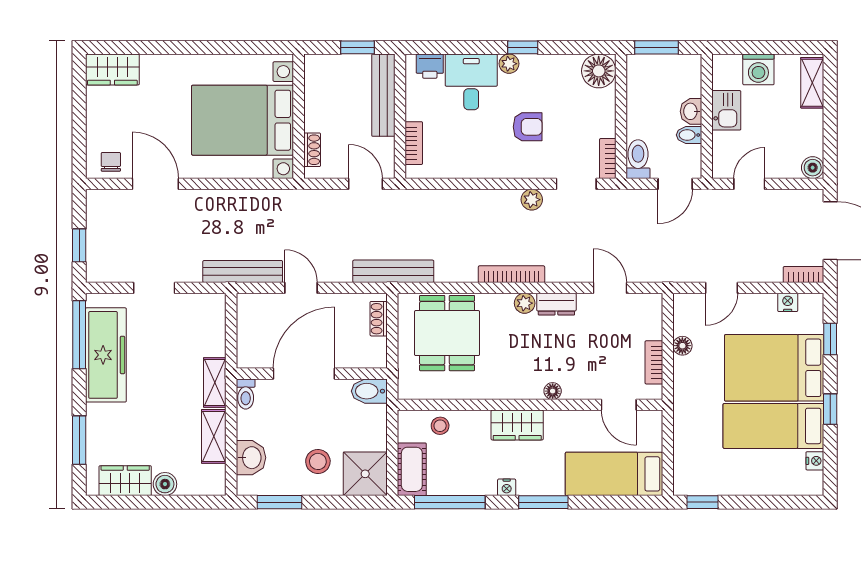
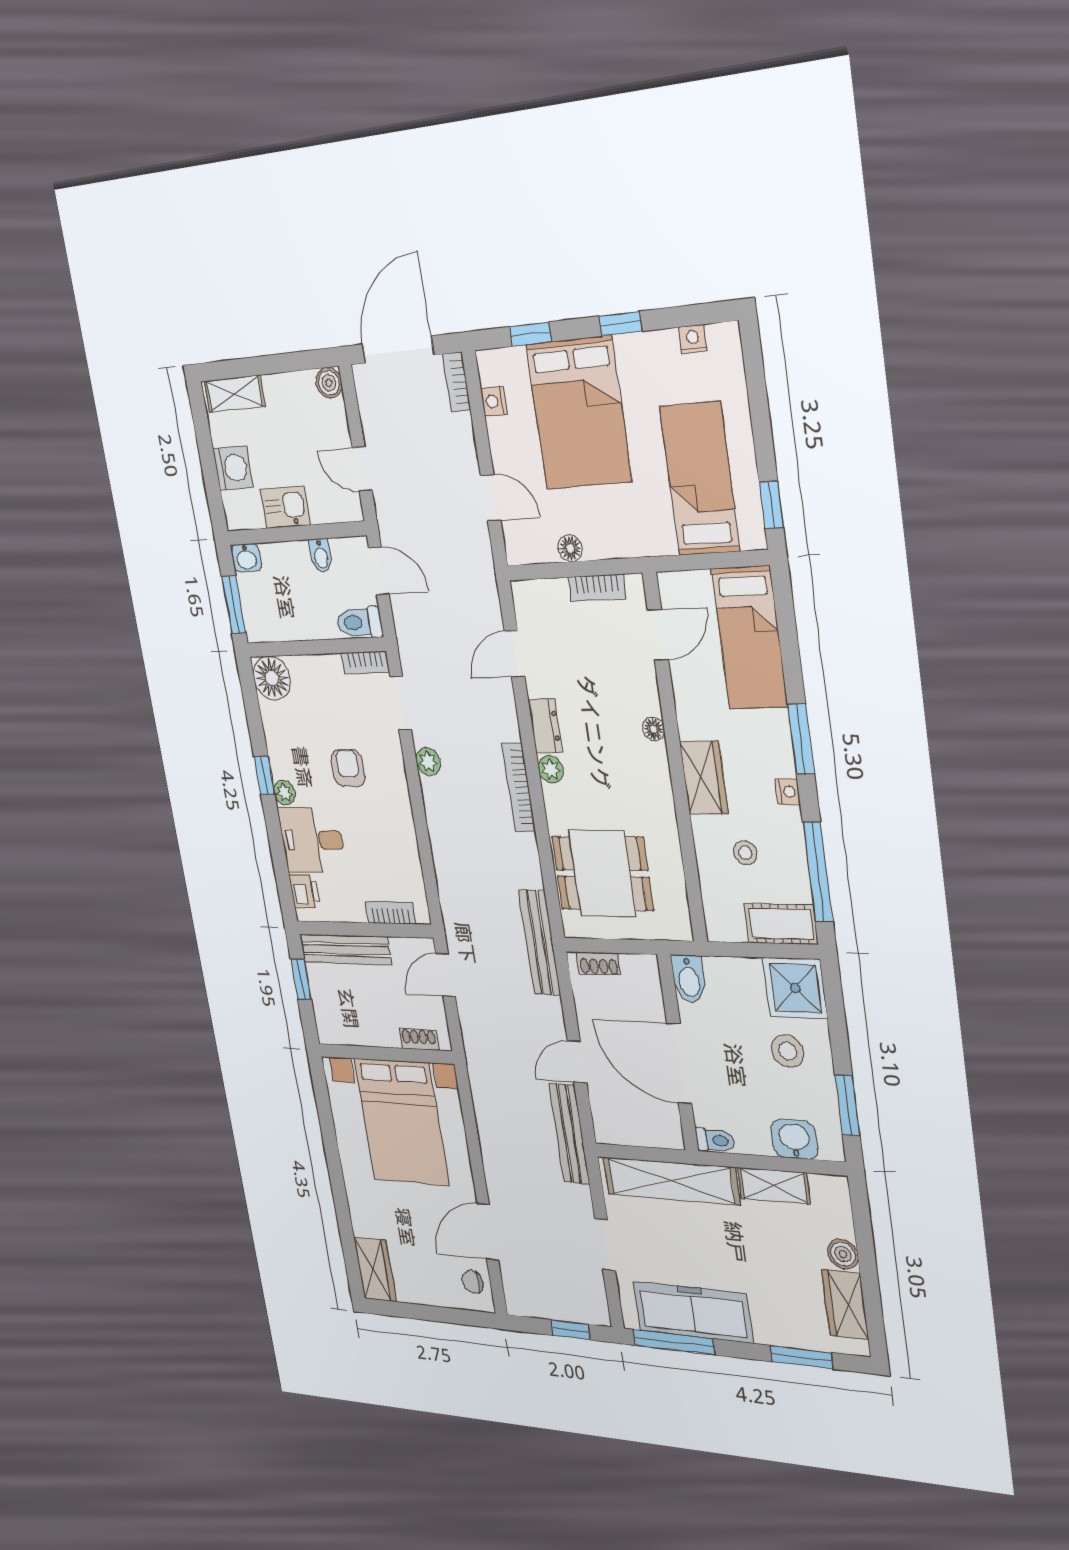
washbasin: (691, 111) -> (246, 558), moved
shelving: (215, 382) -> (671, 1181), width x2.20, depth x1.33
stool: (440, 426) -> (745, 853), moved
bed: (773, 426) -> (700, 479), moved, turned 180

